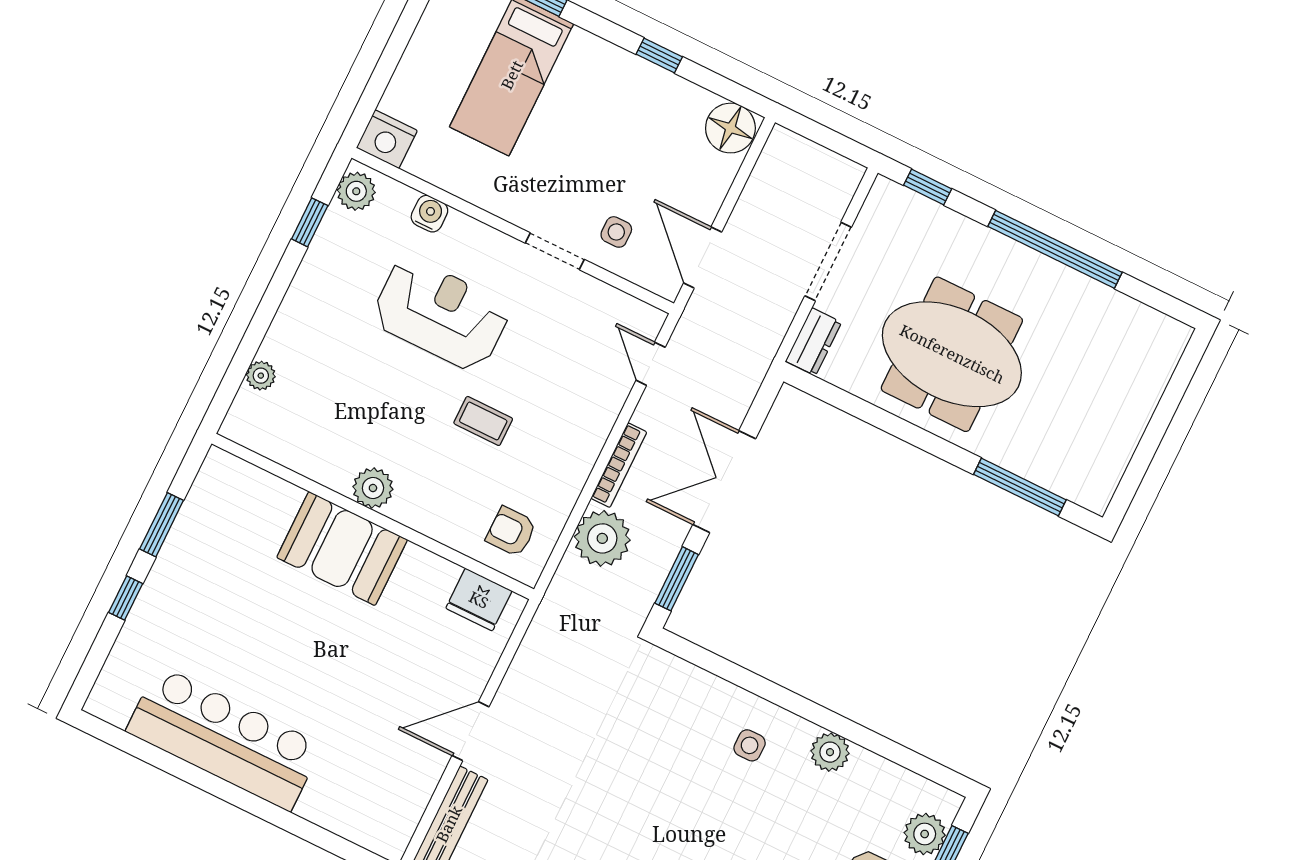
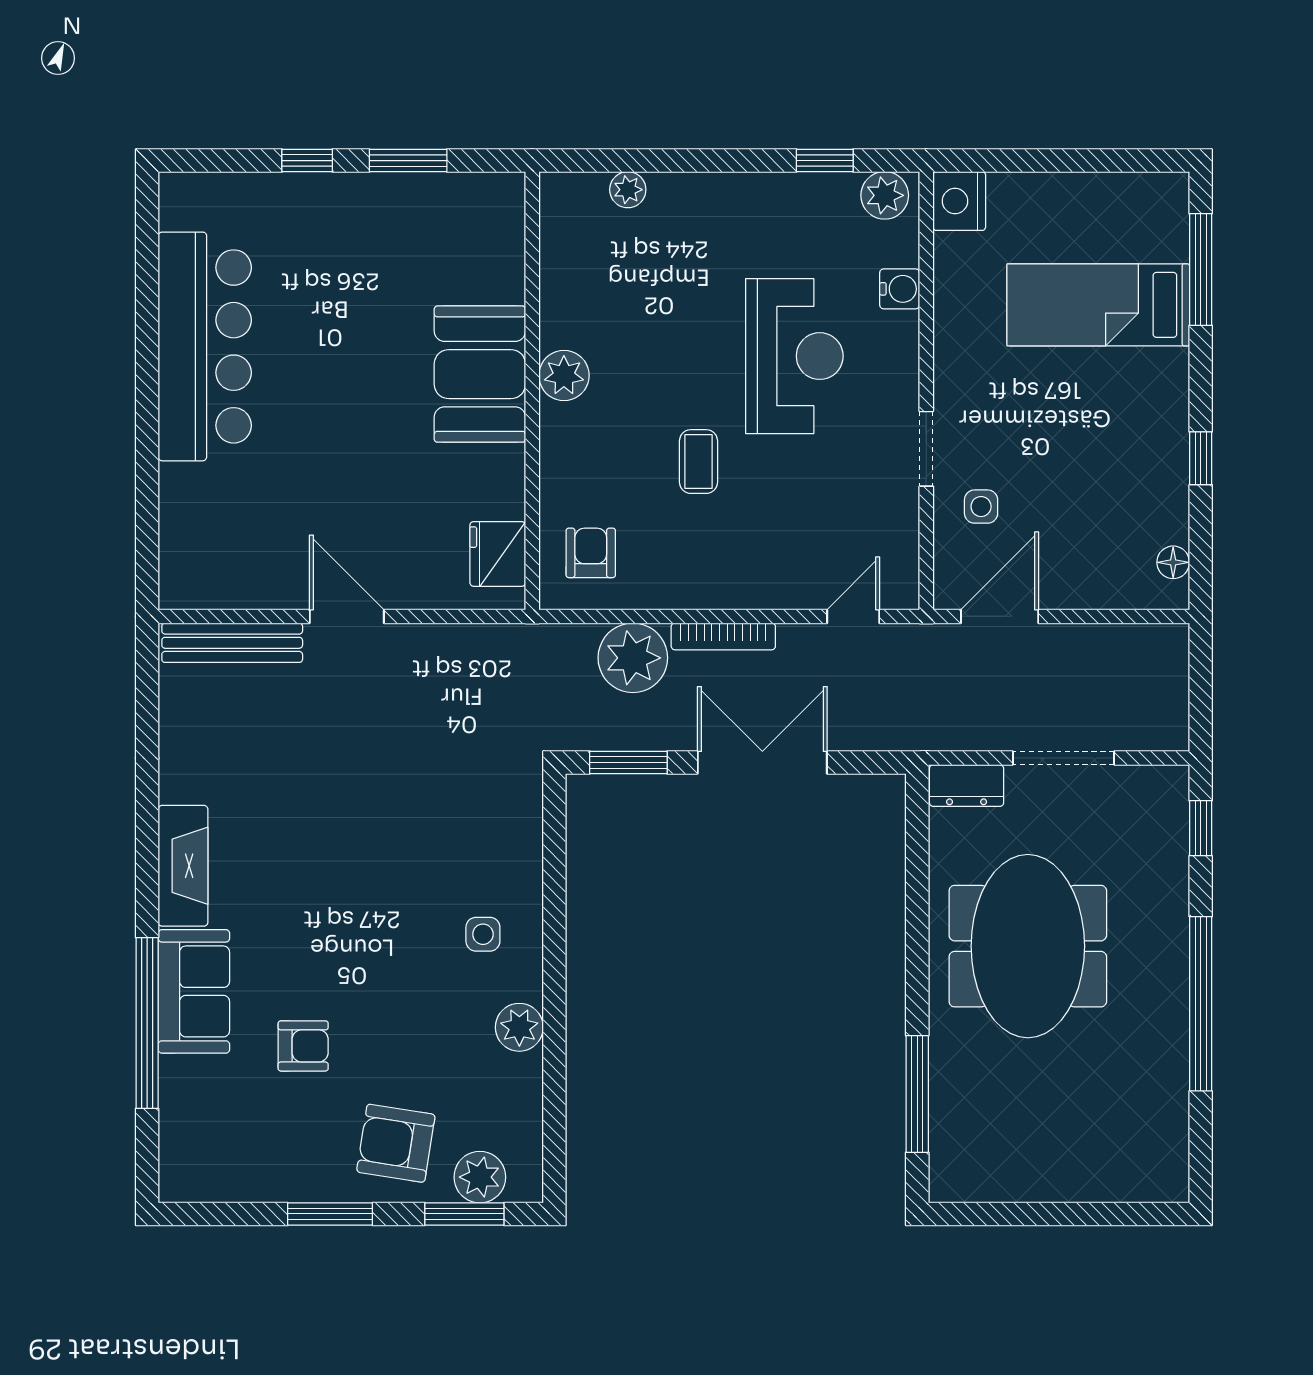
floor lamp: (730, 128) -> (1173, 562), width x0.53, depth x0.53

